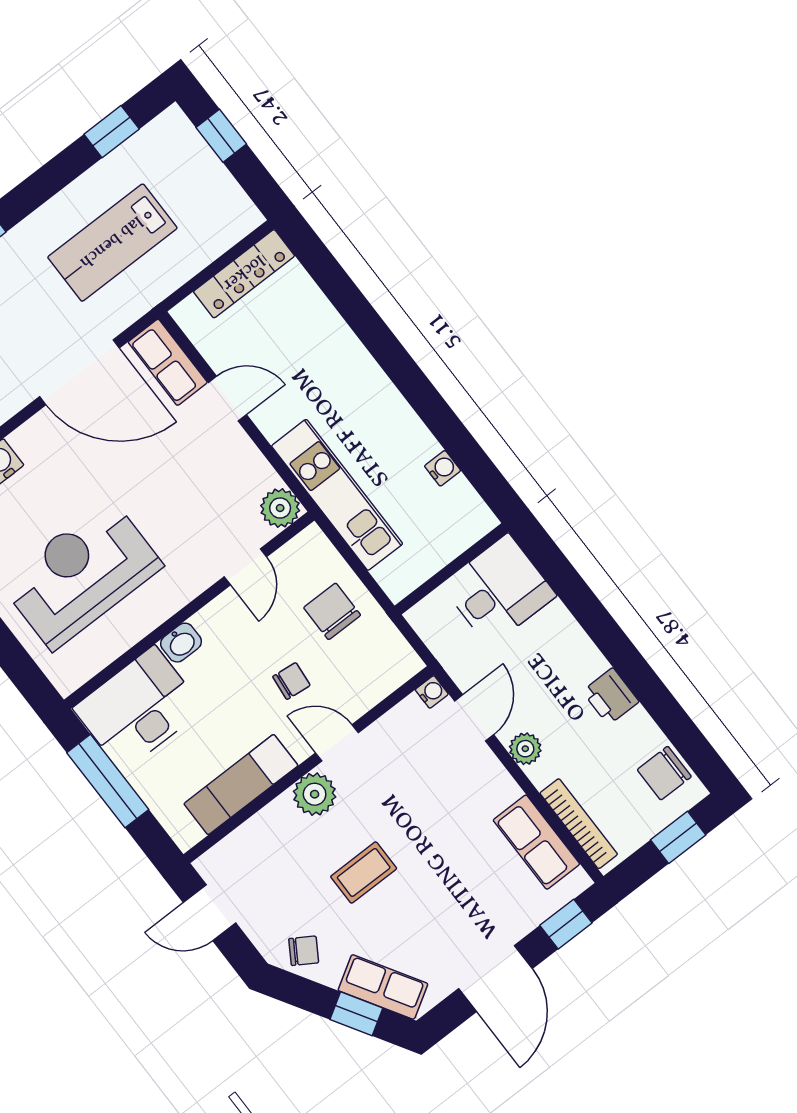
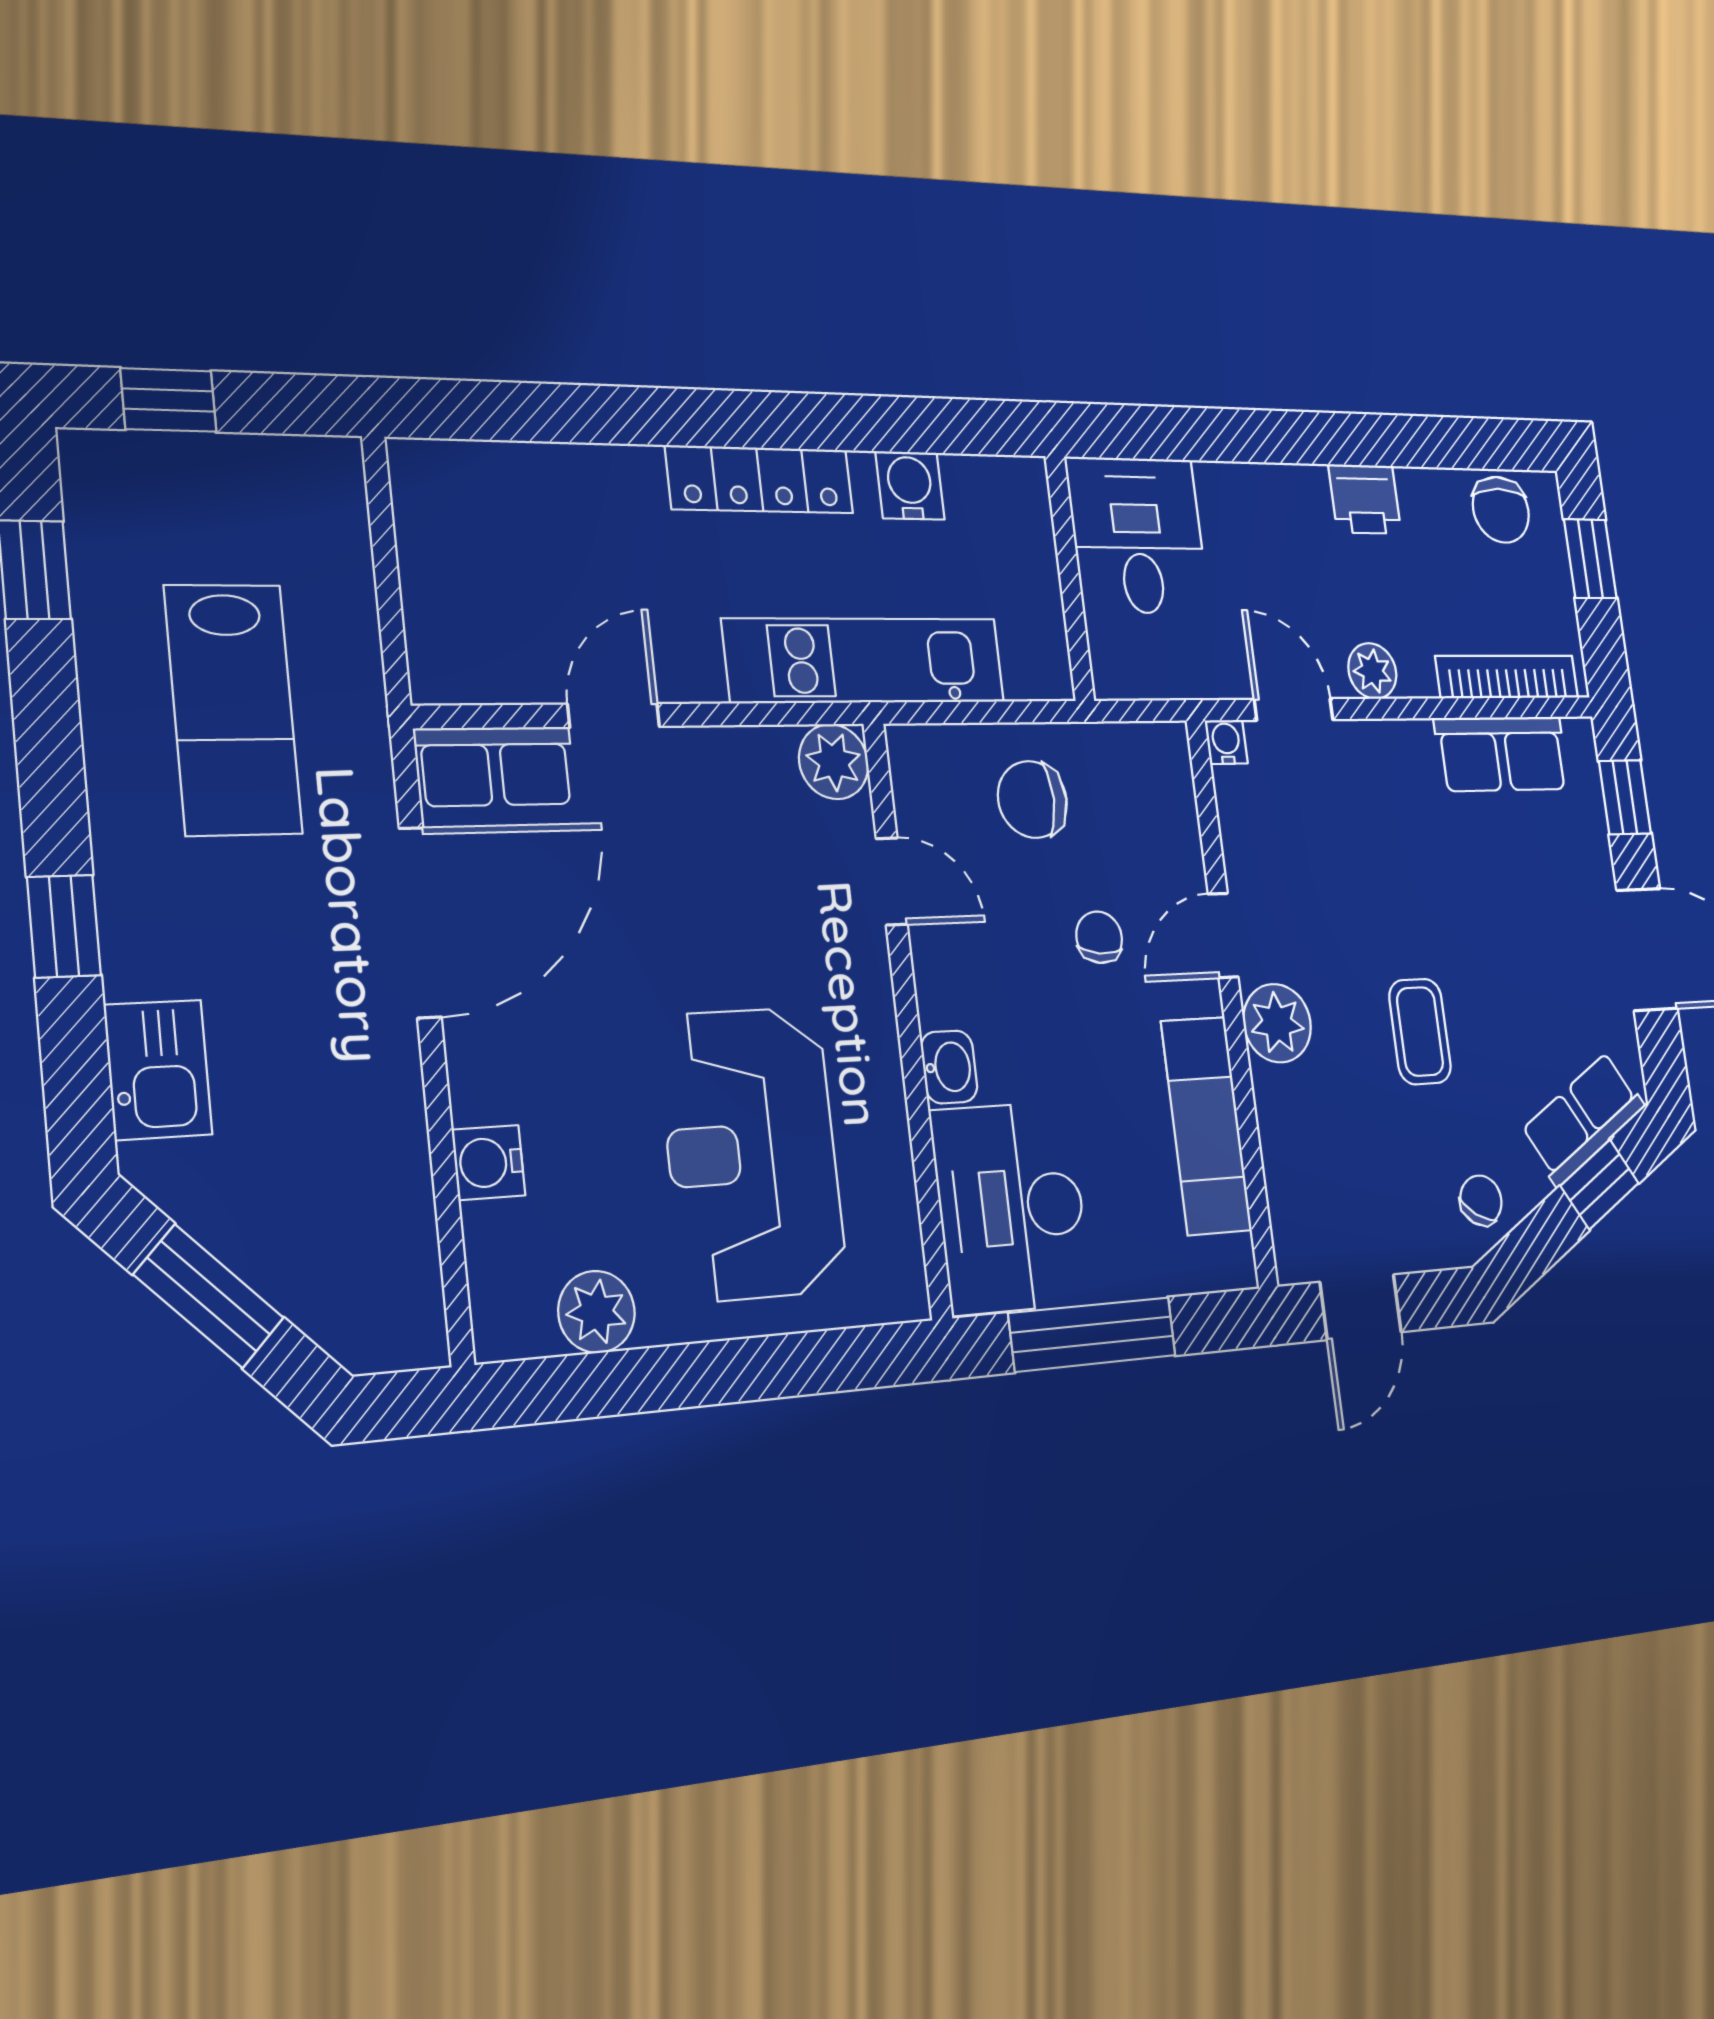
locker: (244, 274) -> (760, 479), moved, turned 90
water cooler: (443, 468) -> (910, 485), width x1.38, depth x1.38

